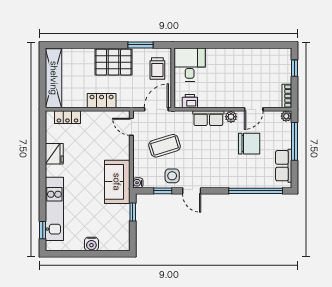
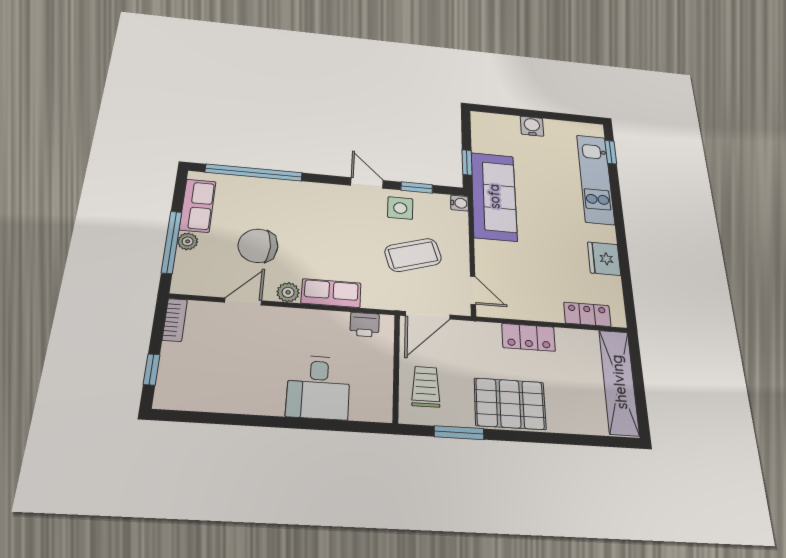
desk: (190, 64) -> (318, 387), moved
plant: (286, 116) -> (188, 241), moved
sofa: (117, 182) -> (494, 196), width x1.36

